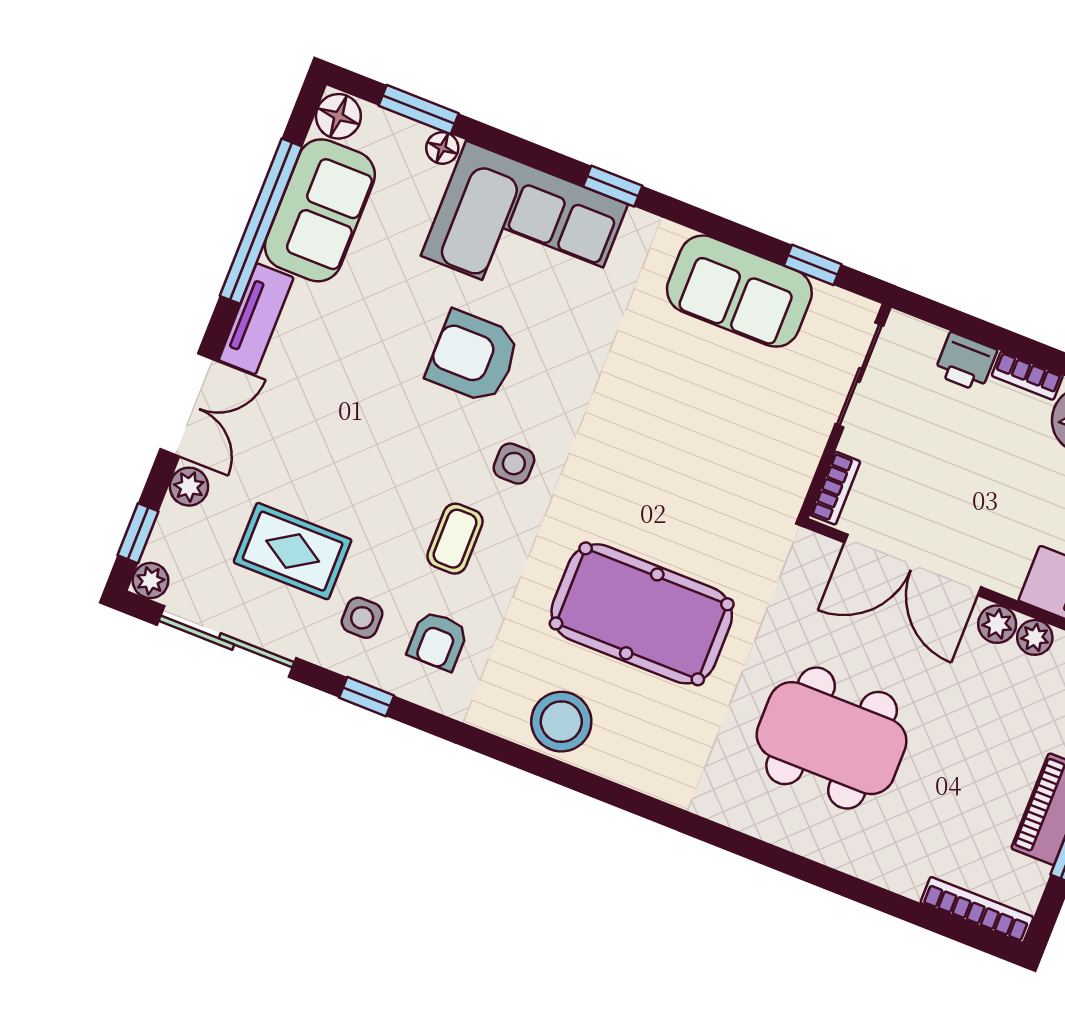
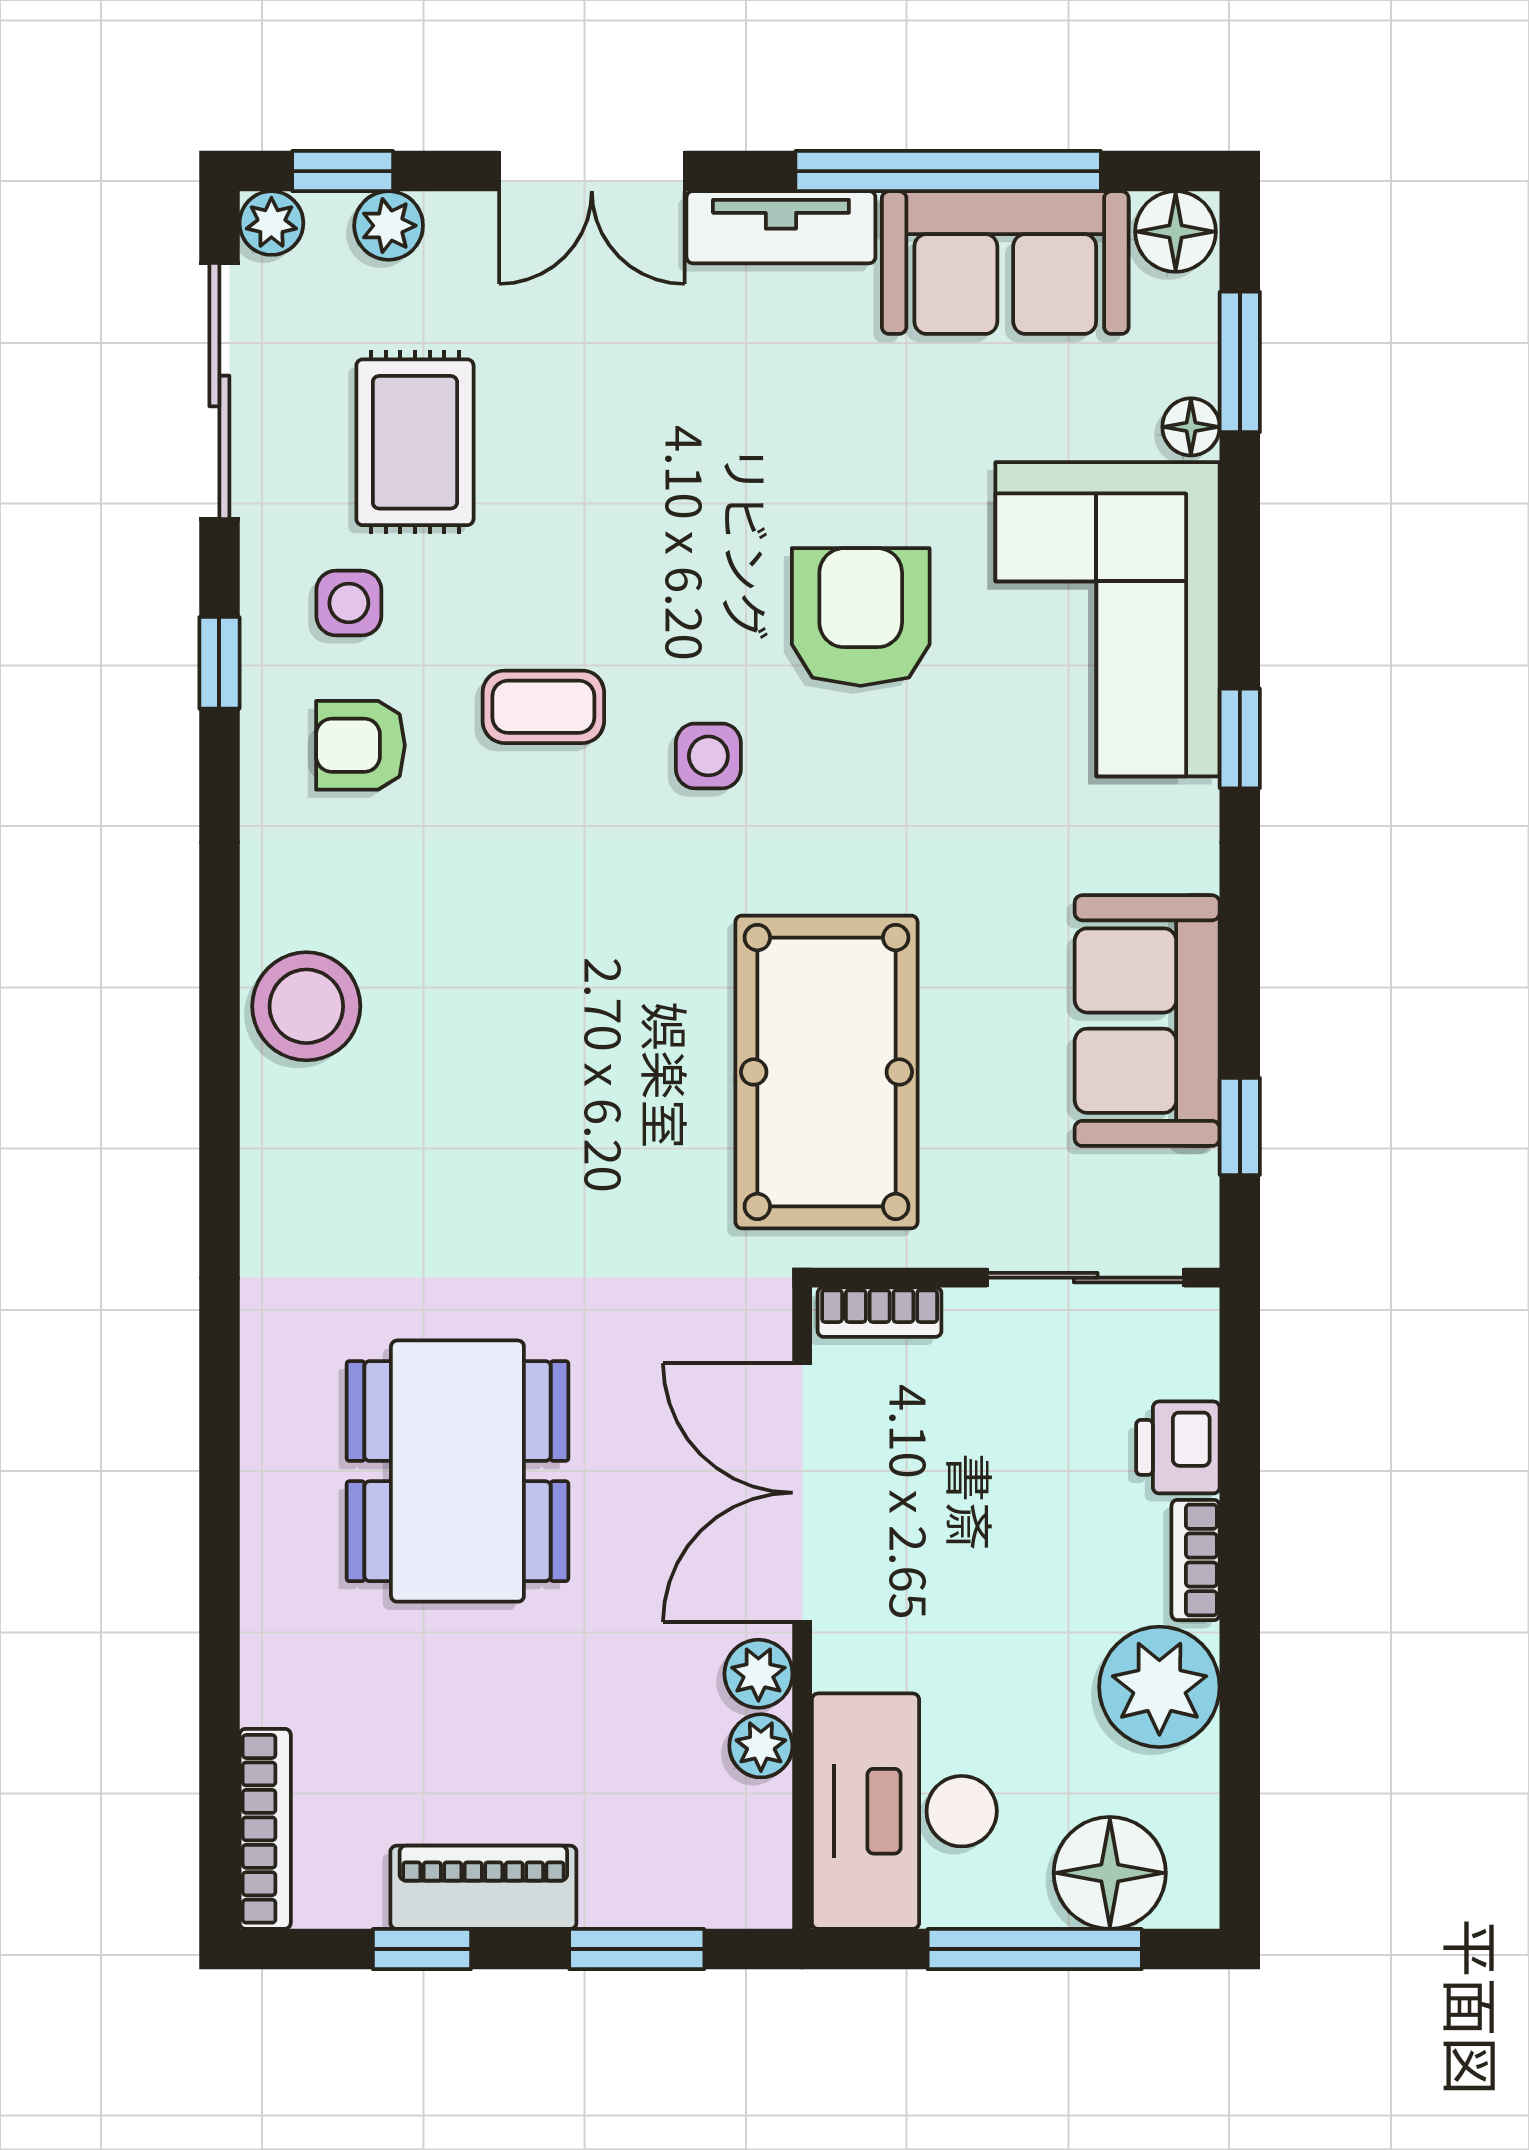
plant: (189, 487) -> (389, 226), moved
pool table: (642, 614) -> (827, 1072), moved

